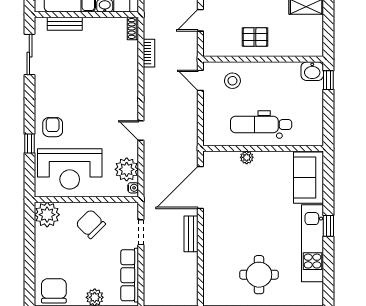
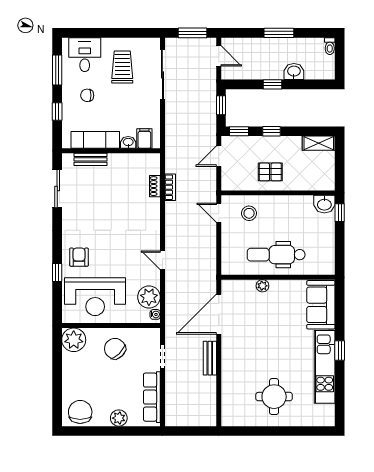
shoe rack: (133, 28) -> (155, 186), moved

